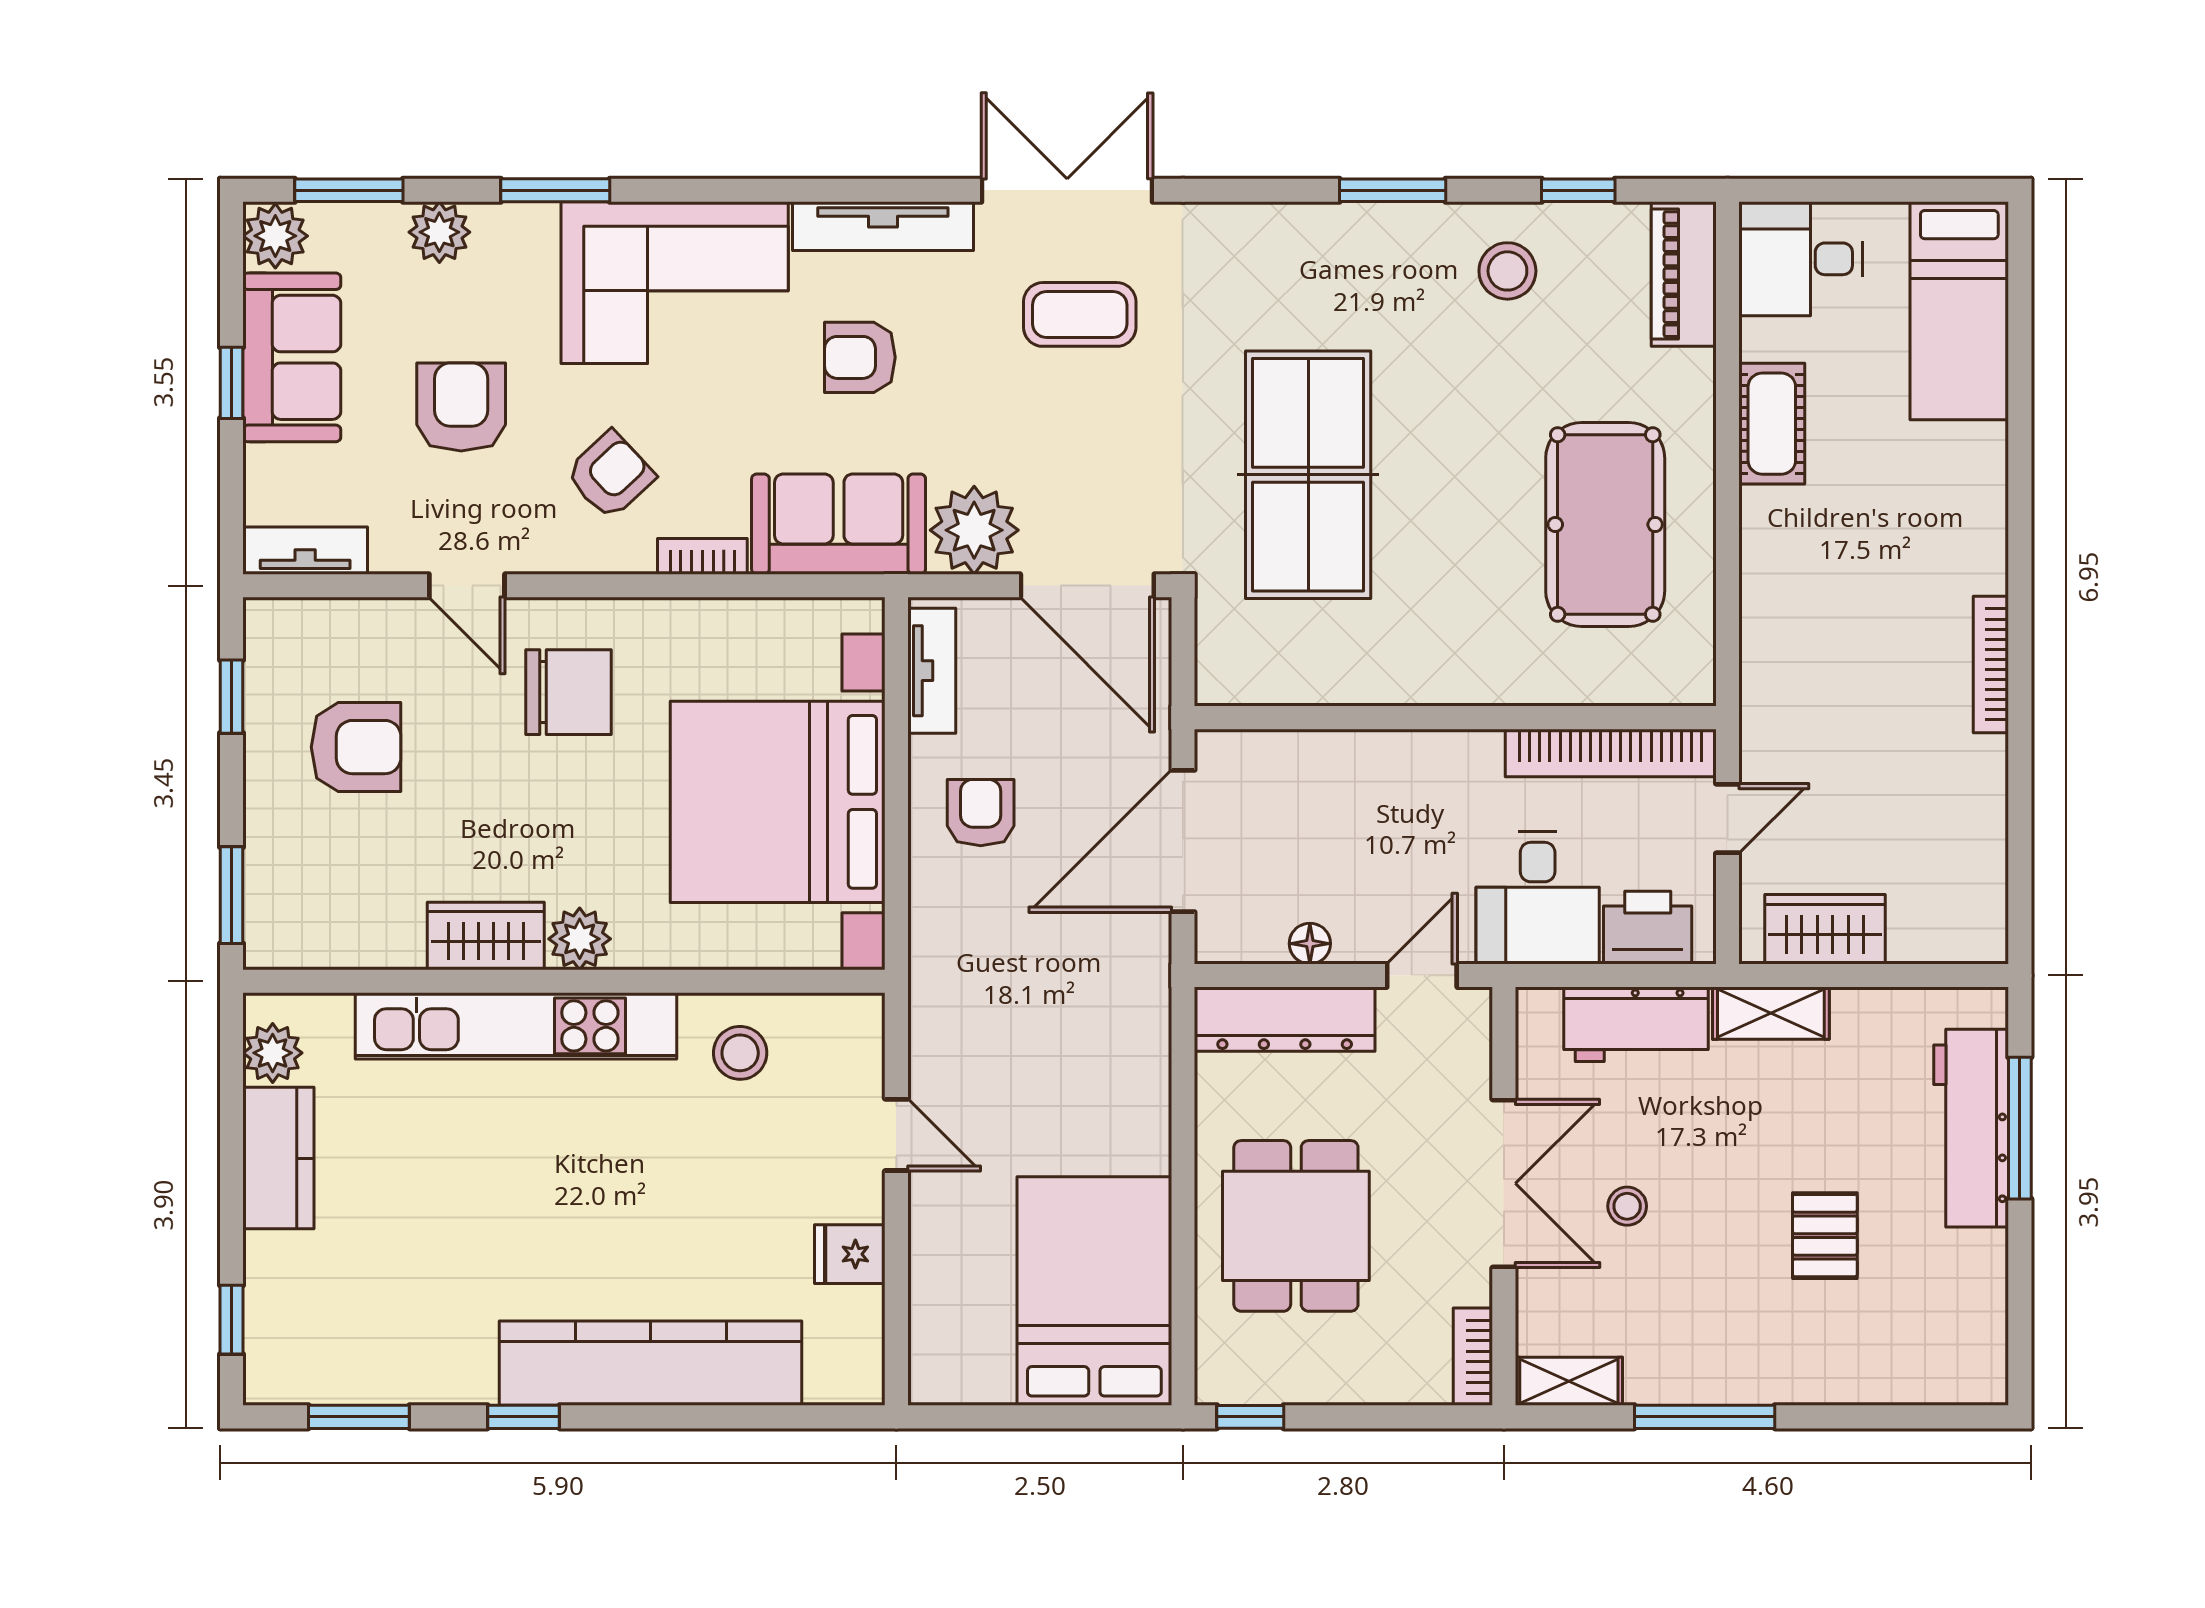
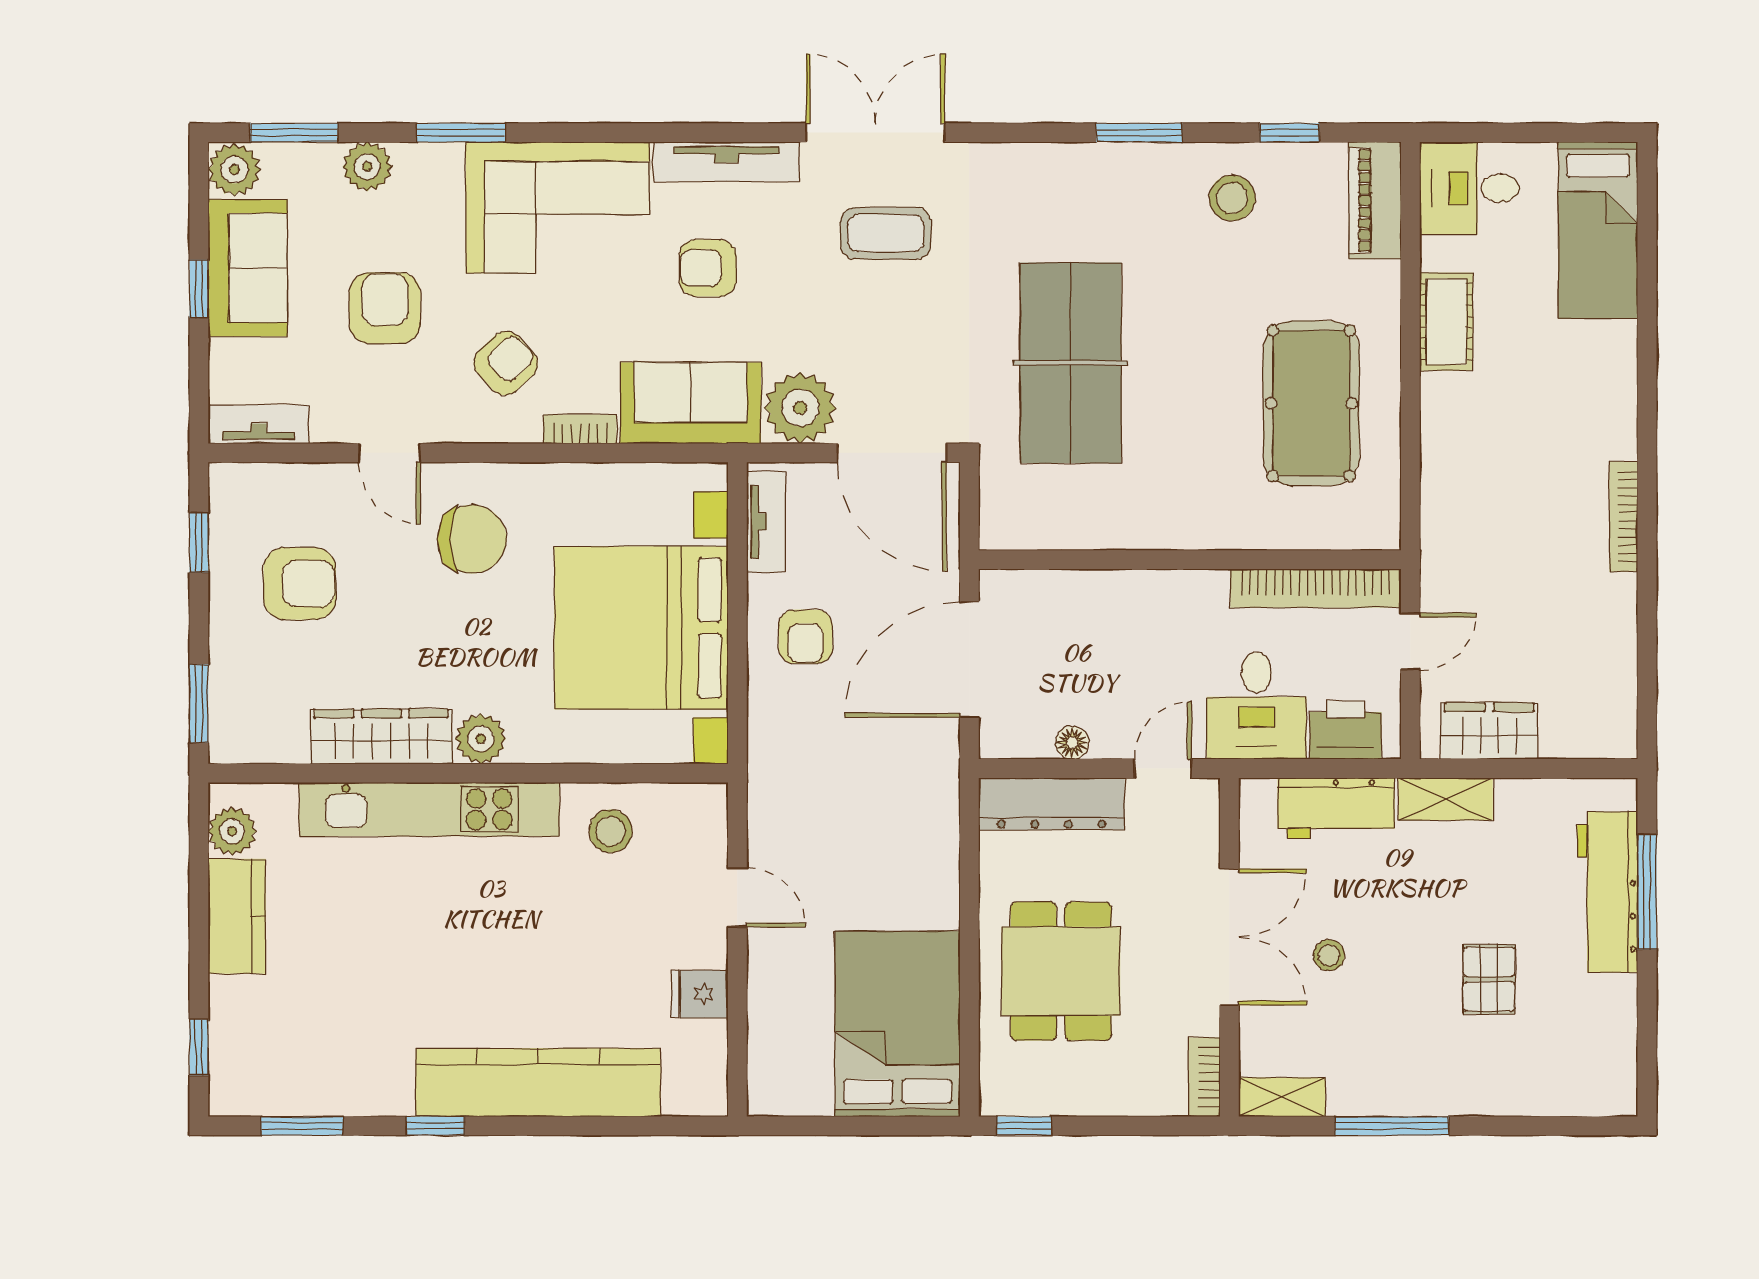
armchair: (981, 813) -> (806, 637), turned 180
wardrobe: (486, 936) -> (381, 736), width x1.50

